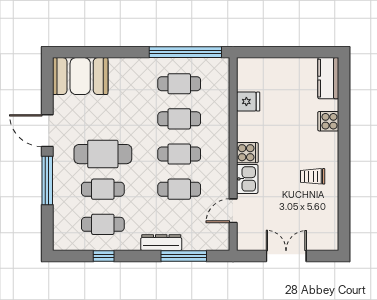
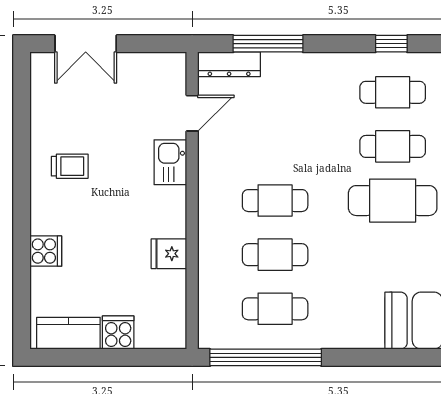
kitchen counter: (328, 78) -> (68, 333), moved, turned -90
fridge: (248, 102) -> (169, 254), moved
cooker: (247, 153) -> (118, 333), moved, turned 90
cafe table: (179, 189) -> (275, 146), removed
dresser: (161, 243) -> (229, 64), moved
double door: (286, 256) -> (86, 44), moved

